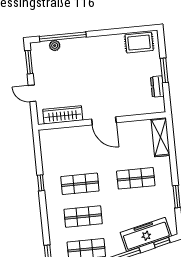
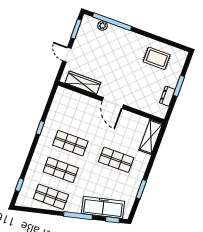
rug: (139, 43) -> (157, 58), moved

